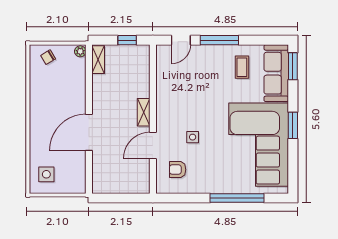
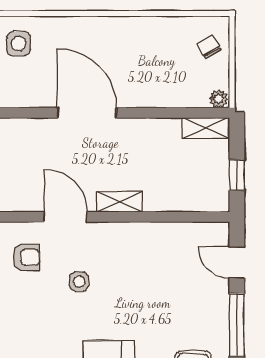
armchair: (178, 170) -> (26, 257), turned 90

